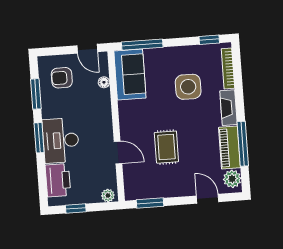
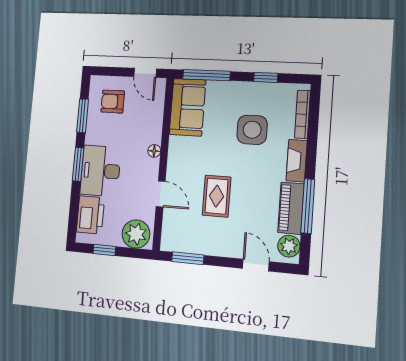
window: (209, 40) -> (266, 77), moved
floor lamp: (104, 82) -> (154, 151), moved
plant: (108, 195) -> (136, 234), width x1.88, depth x1.88

